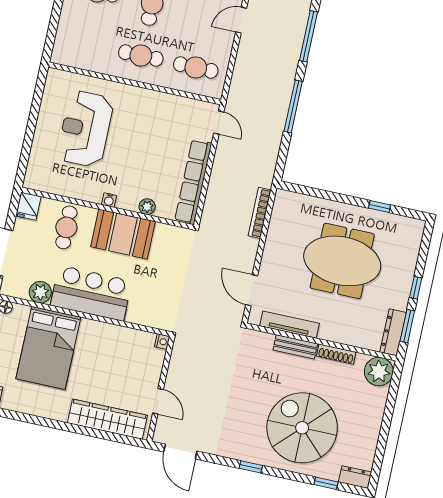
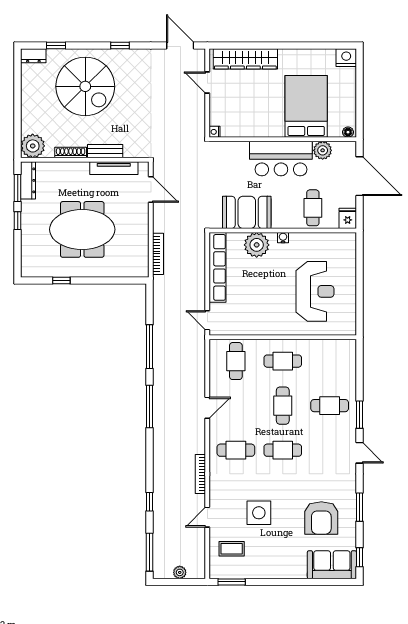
cafe table: (196, 67) -> (236, 361), turned 90
plant: (147, 207) -> (257, 245), width x1.88, depth x1.88
booth: (123, 234) -> (247, 212), moved

